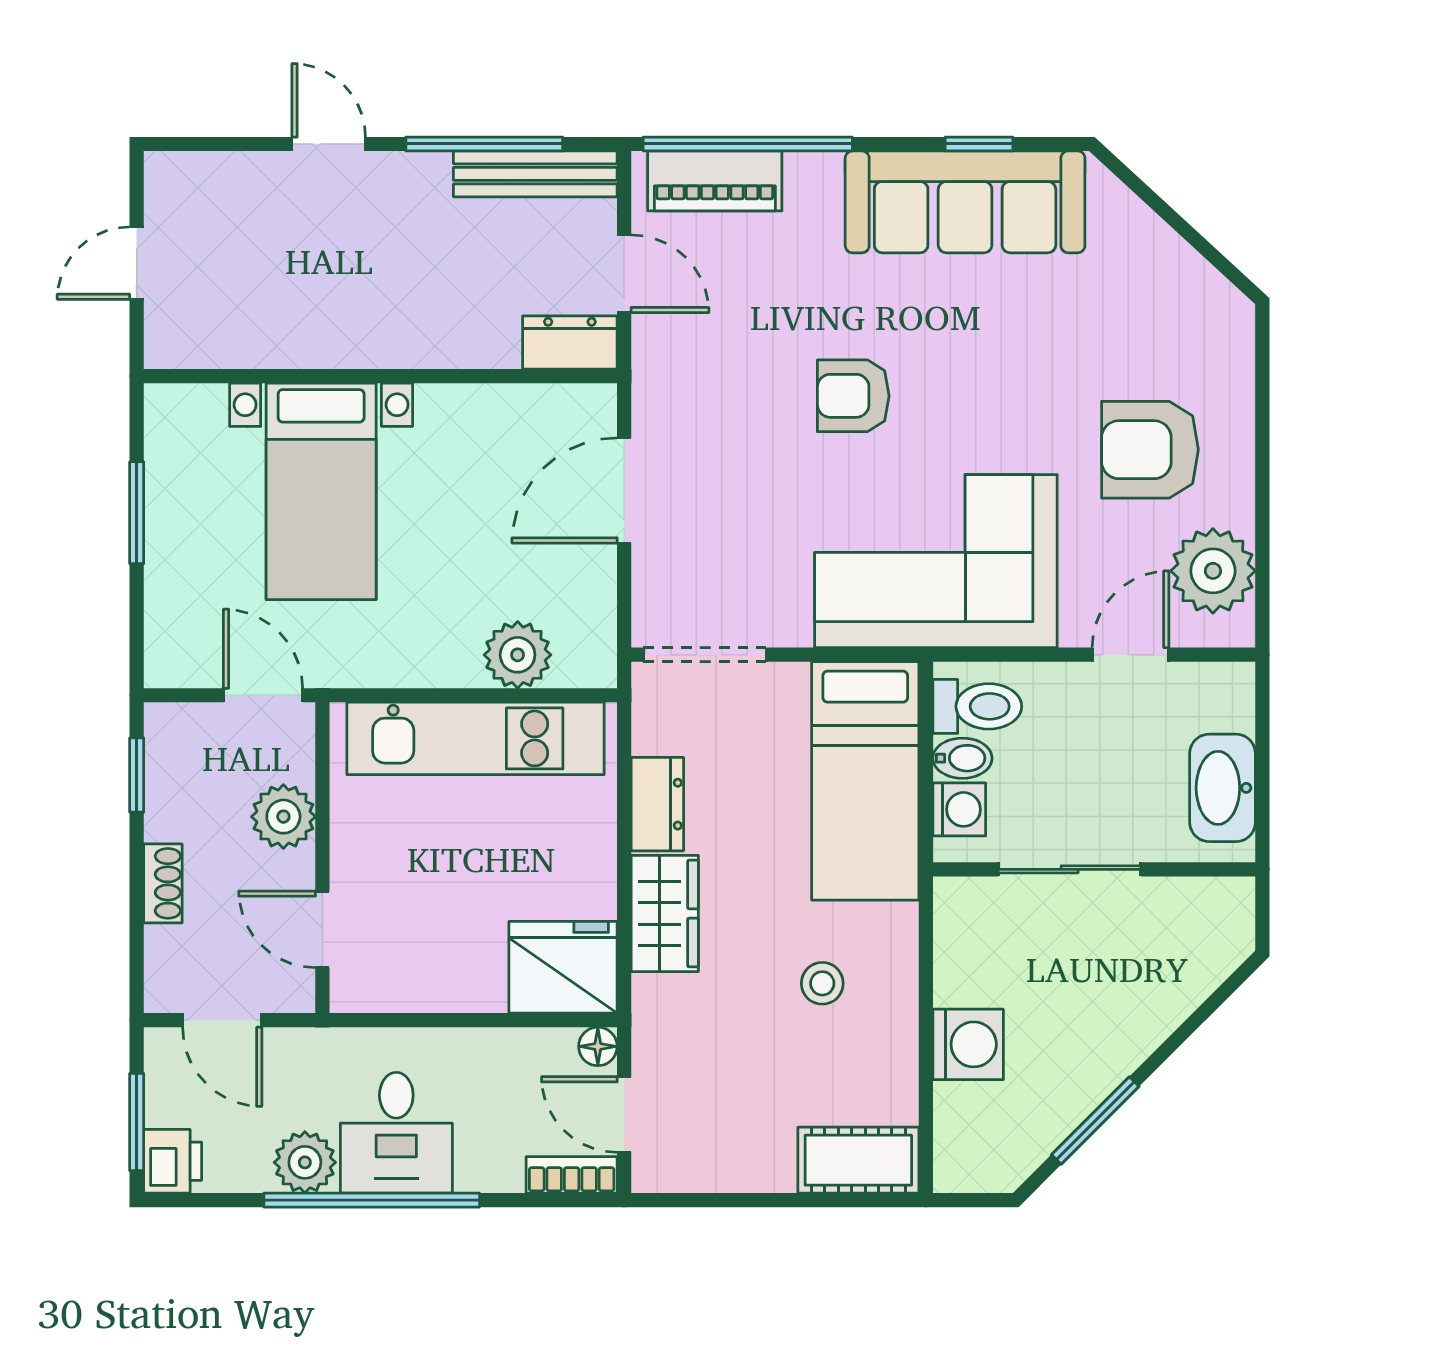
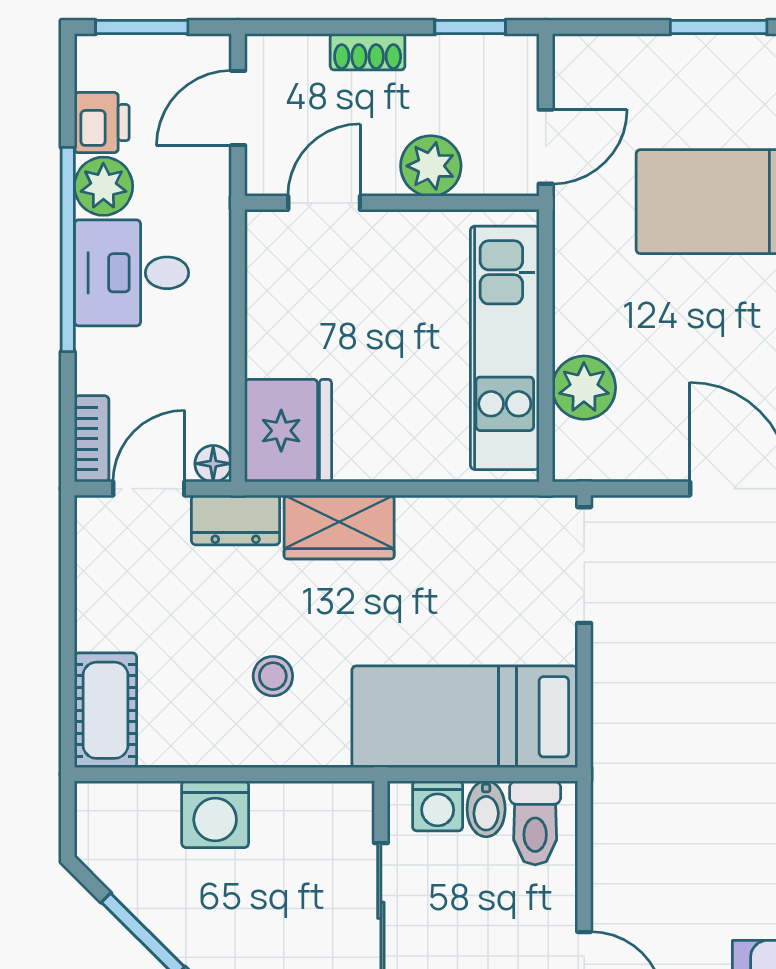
corner sofa: (936, 561) -> (673, 784), removed
dresser: (657, 804) -> (236, 520), moved
printer: (173, 1161) -> (102, 123), moved, turned -90

